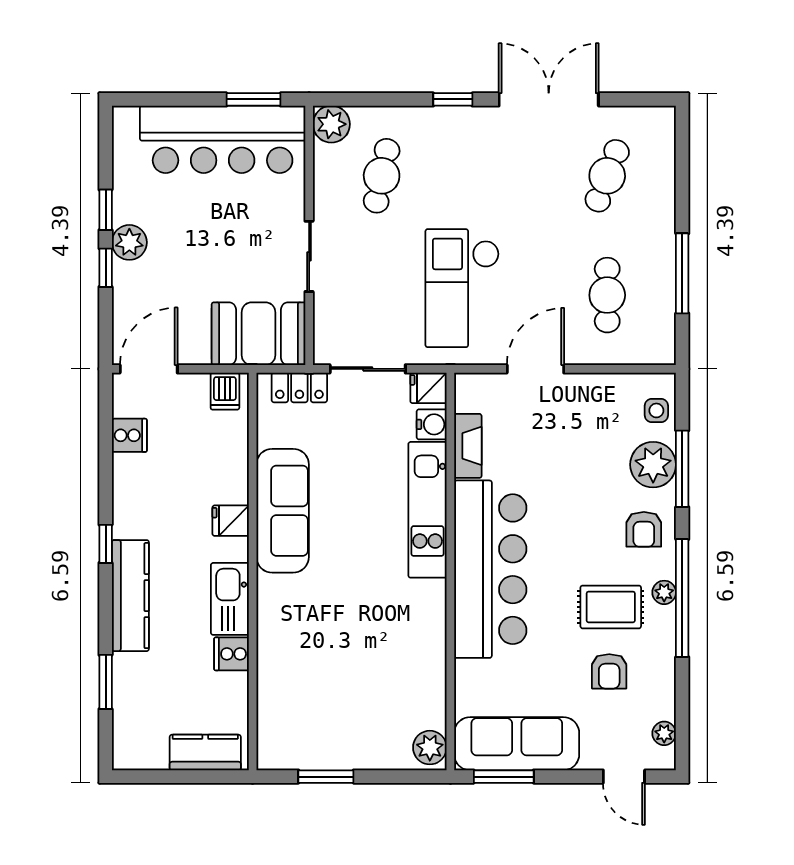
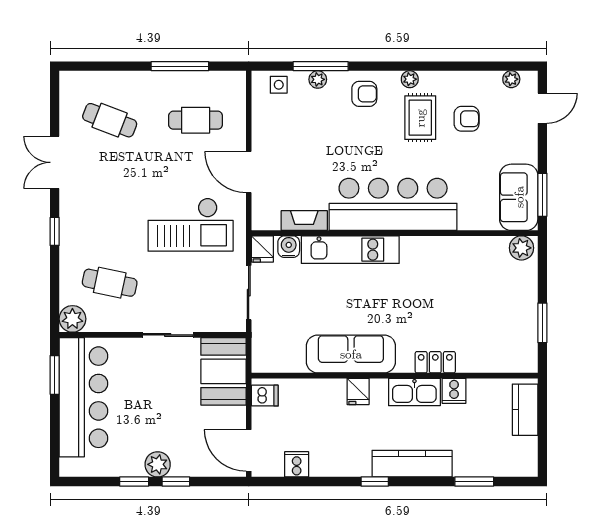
double door: (549, 99) -> (55, 162), width x0.73
locker: (299, 387) -> (435, 362), moved, turned -90
plant: (653, 465) -> (318, 79), width x0.53, depth x0.53
window: (682, 598) -> (414, 66), removed
sofa: (517, 744) -> (519, 197), width x0.73

